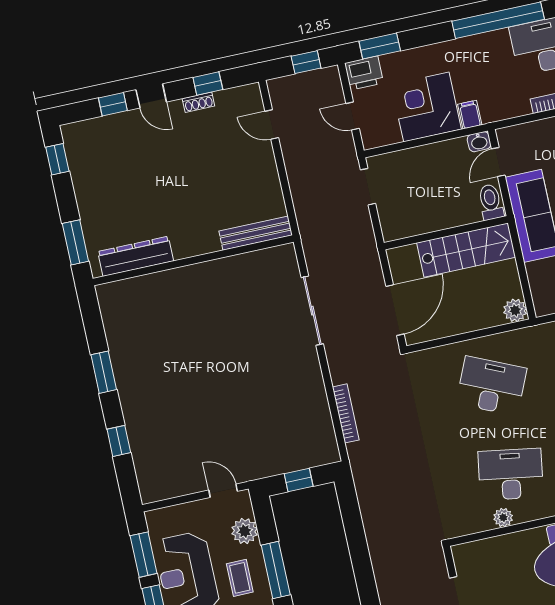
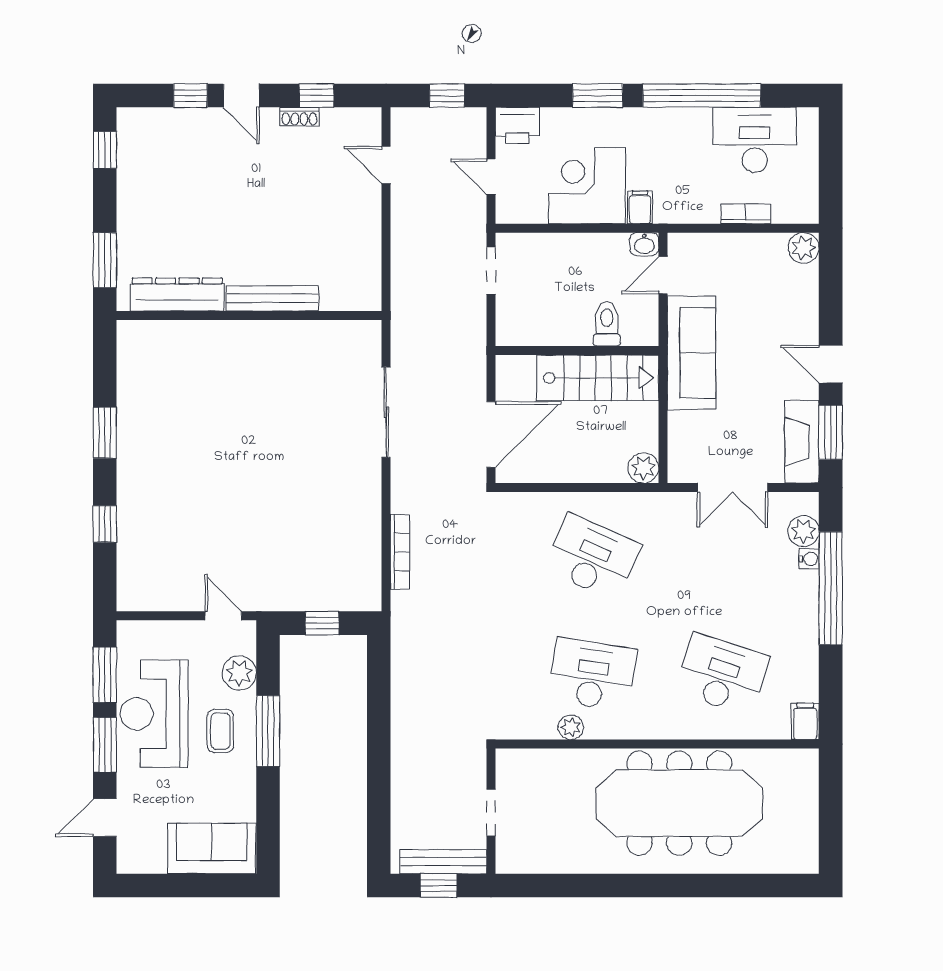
window: (380, 46) -> (598, 96), moved
toilet: (491, 202) -> (607, 324), moved
bench: (256, 233) -> (272, 298), moved

